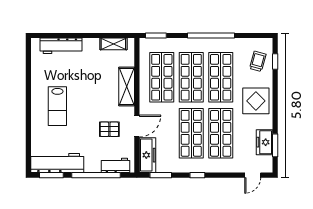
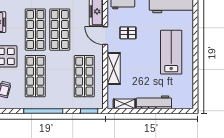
workbench: (61, 46) -> (154, 102), moved
shop shelf: (191, 77) -> (60, 76), removed
lab bench: (57, 106) -> (171, 52), width x1.36, depth x1.39
door: (137, 126) -> (105, 36), hinge flipped

